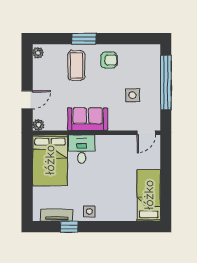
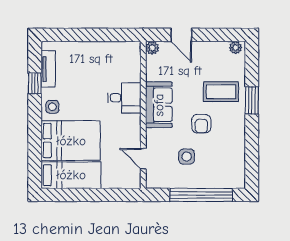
armchair: (109, 60) -> (201, 124), moved
door: (146, 133) -> (143, 159), moved
bed: (50, 160) -> (71, 141), moved, turned 180

